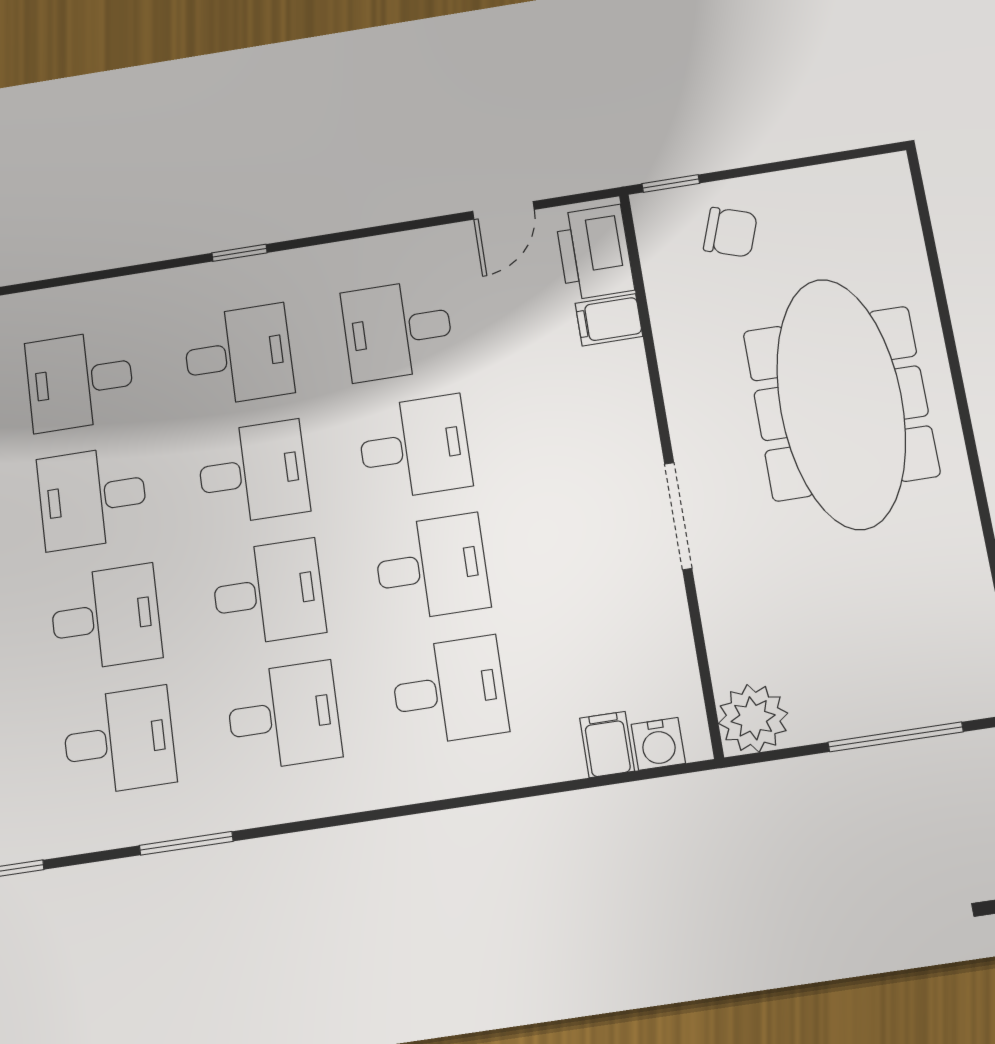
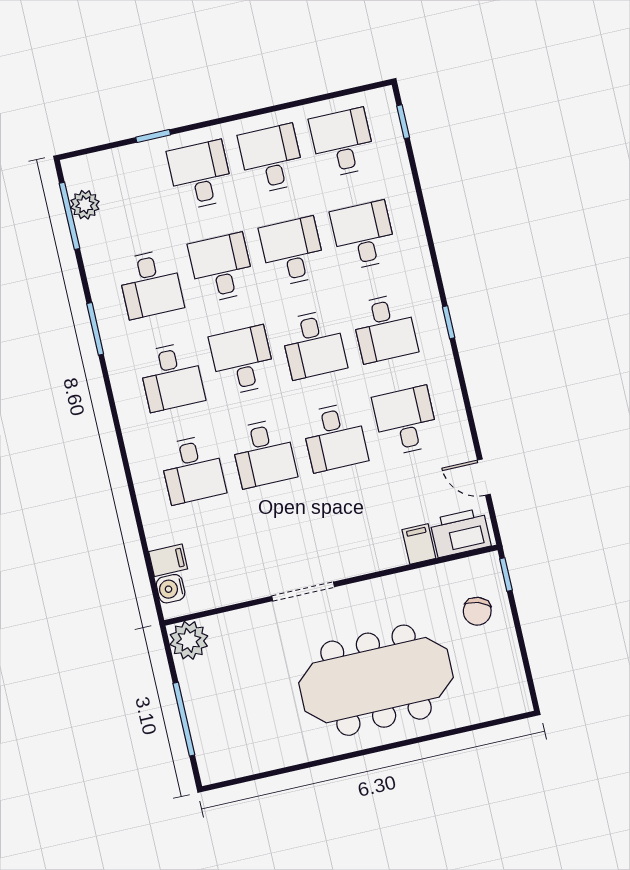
desk: (268, 593) -> (242, 360), turned 180
desk: (106, 618) -> (221, 268), turned 180

